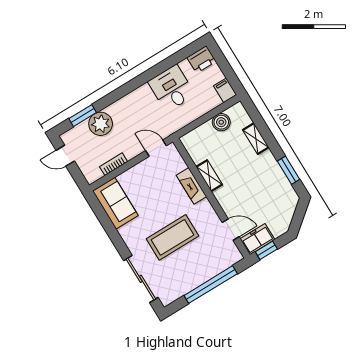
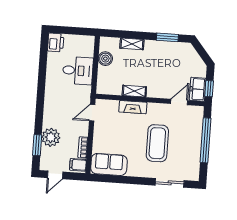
desk: (172, 88) -> (78, 71), moved, turned 180
filing cabinet: (225, 90) -> (78, 165), moved
sliding door: (141, 279) -> (170, 183), width x0.73

